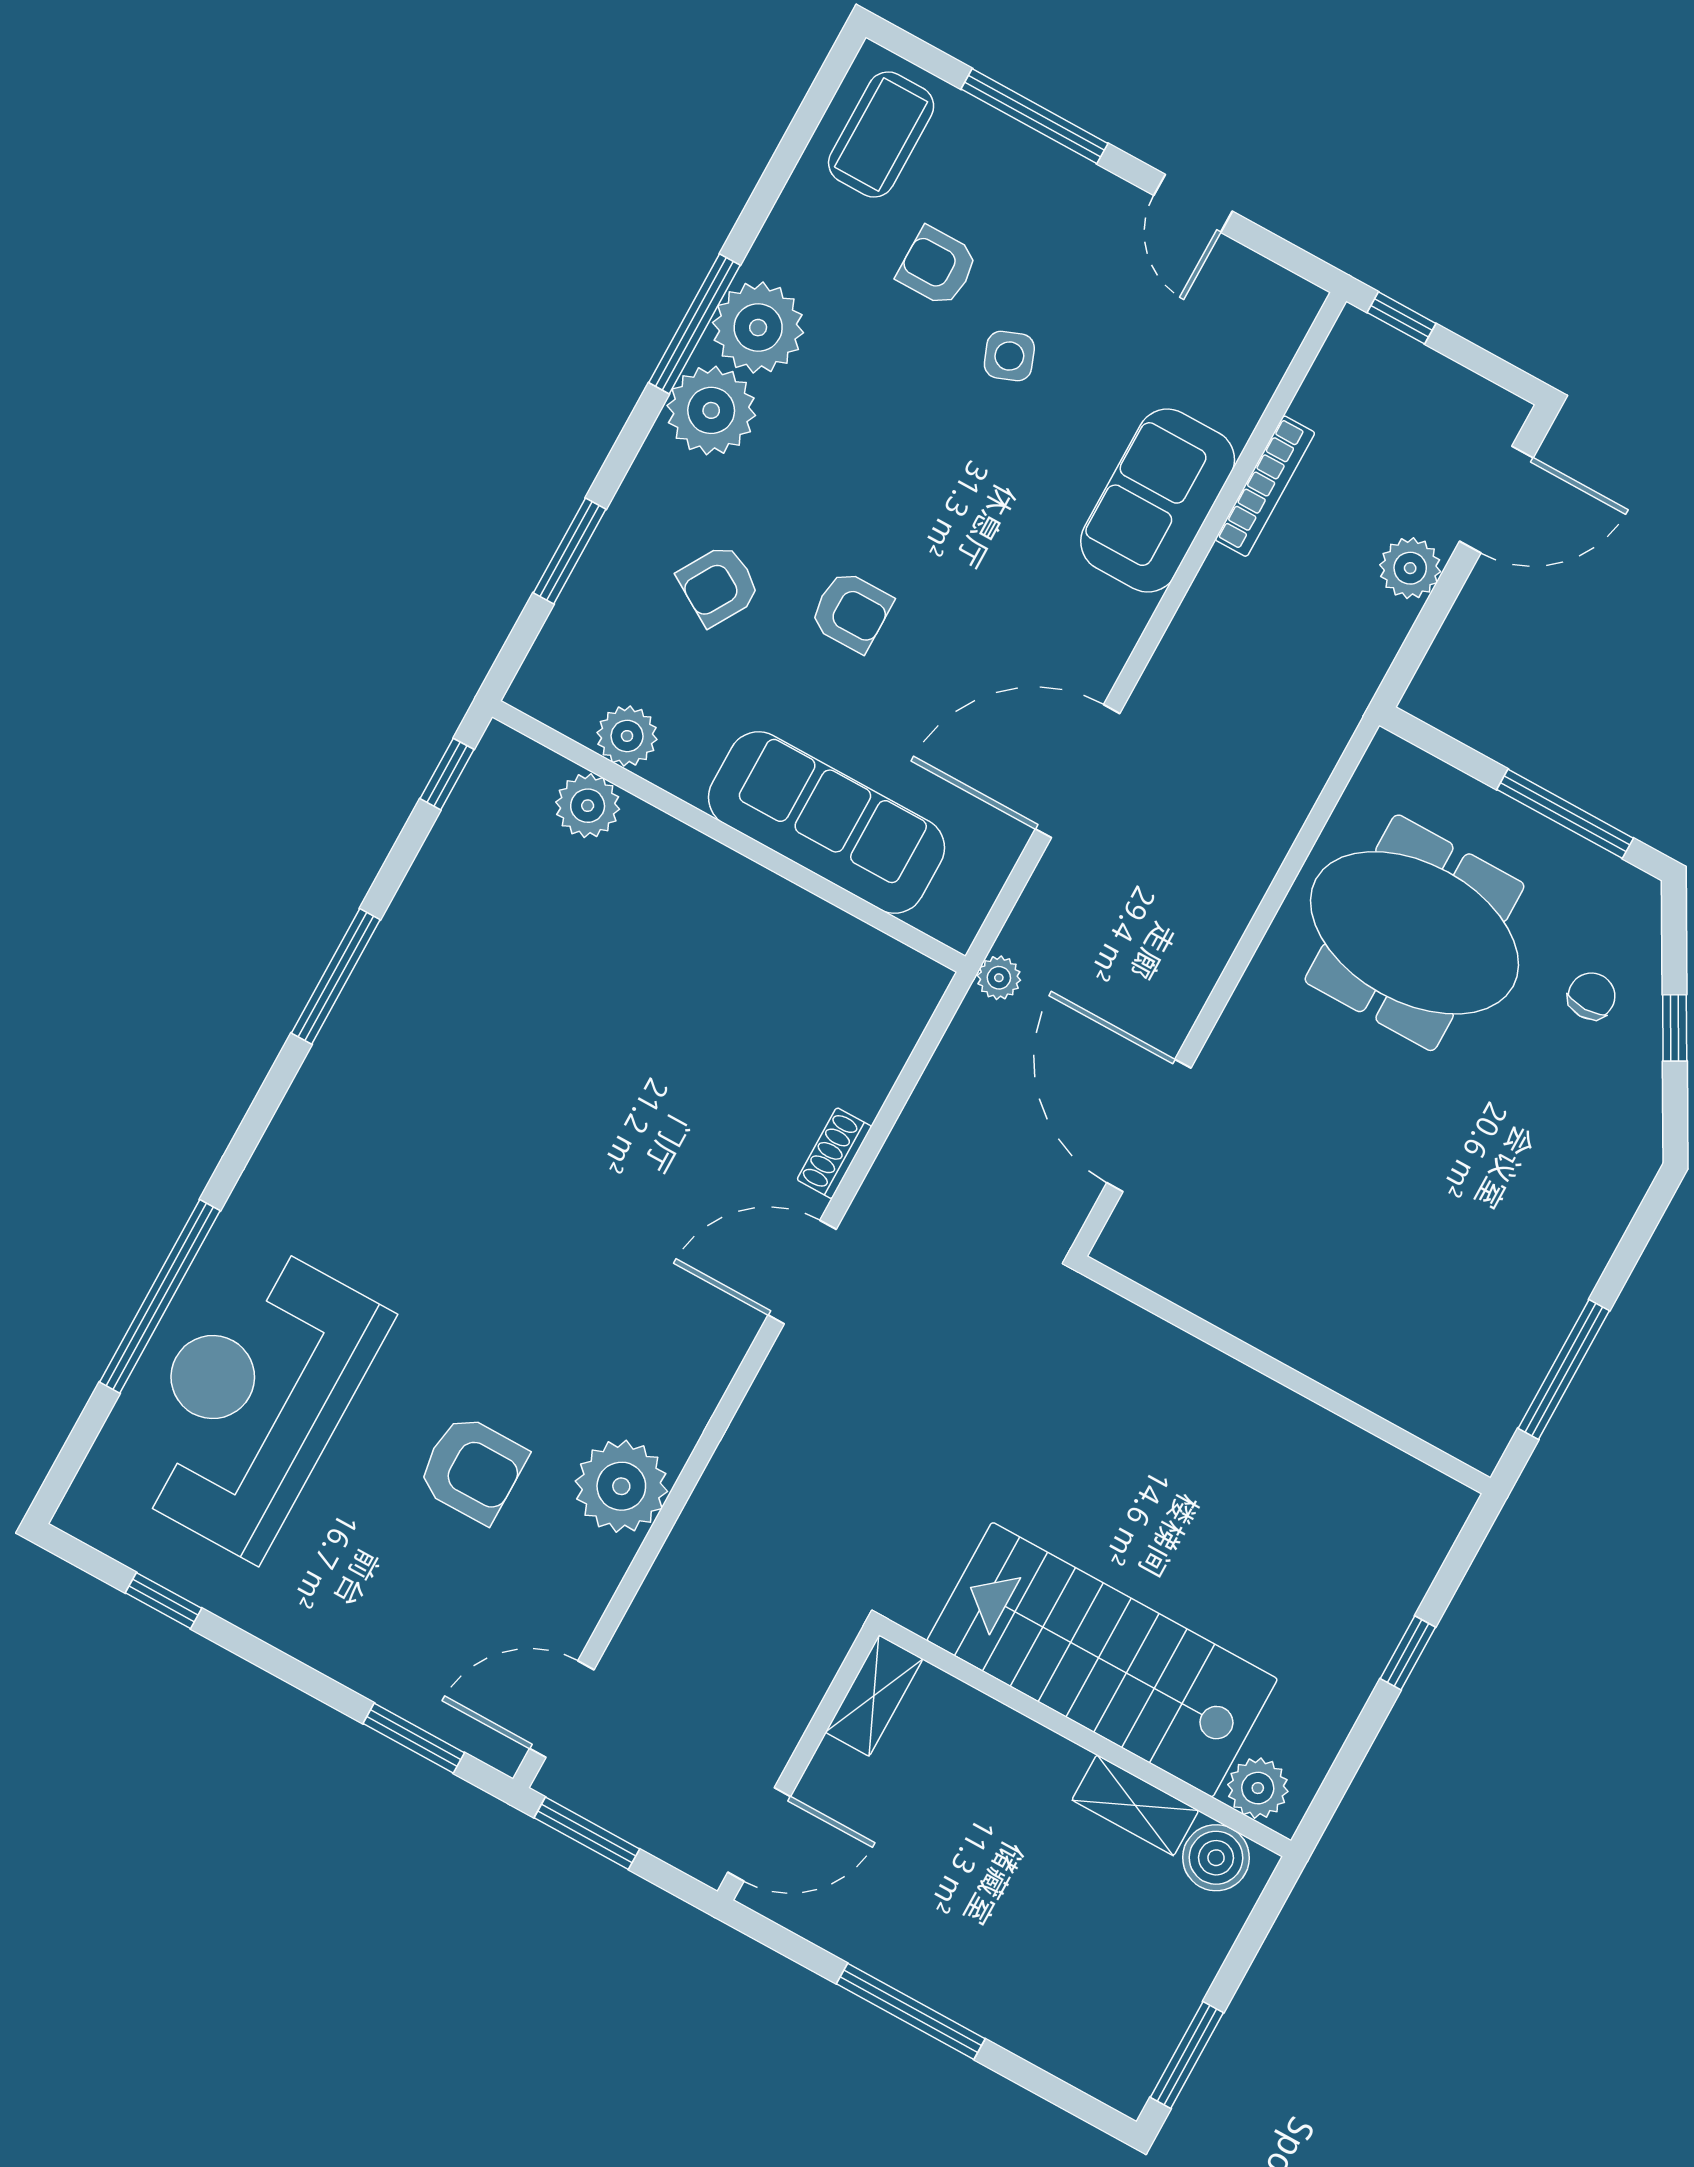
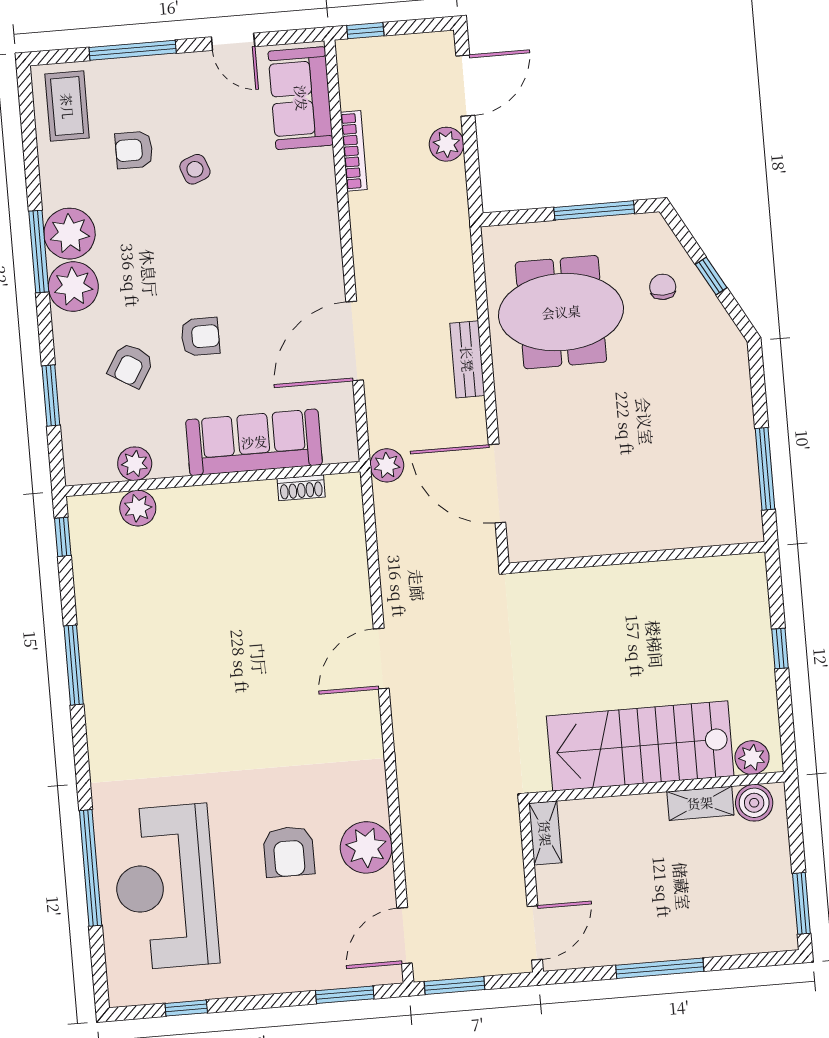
sofa: (1158, 501) -> (301, 98), moved
bench: (1228, 910) -> (467, 359), added
plant: (999, 978) -> (387, 465), width x1.38, depth x1.38
shoe rack: (834, 1153) -> (301, 488), moved, turned -90
armchair: (472, 1469) -> (289, 852), turned 90
plant: (621, 1486) -> (366, 847), moved

